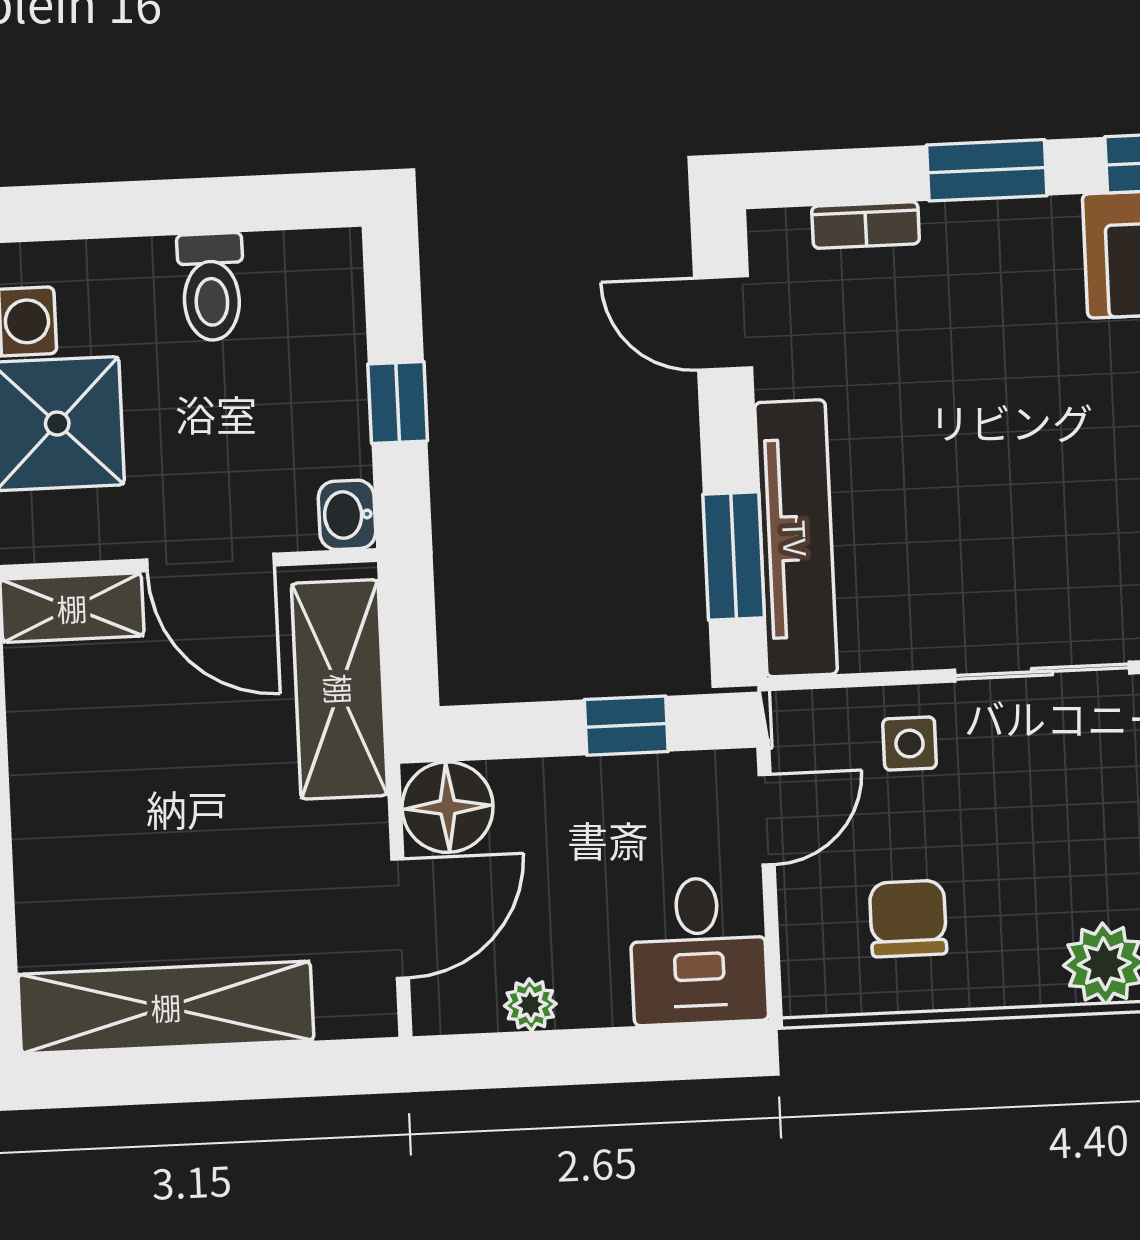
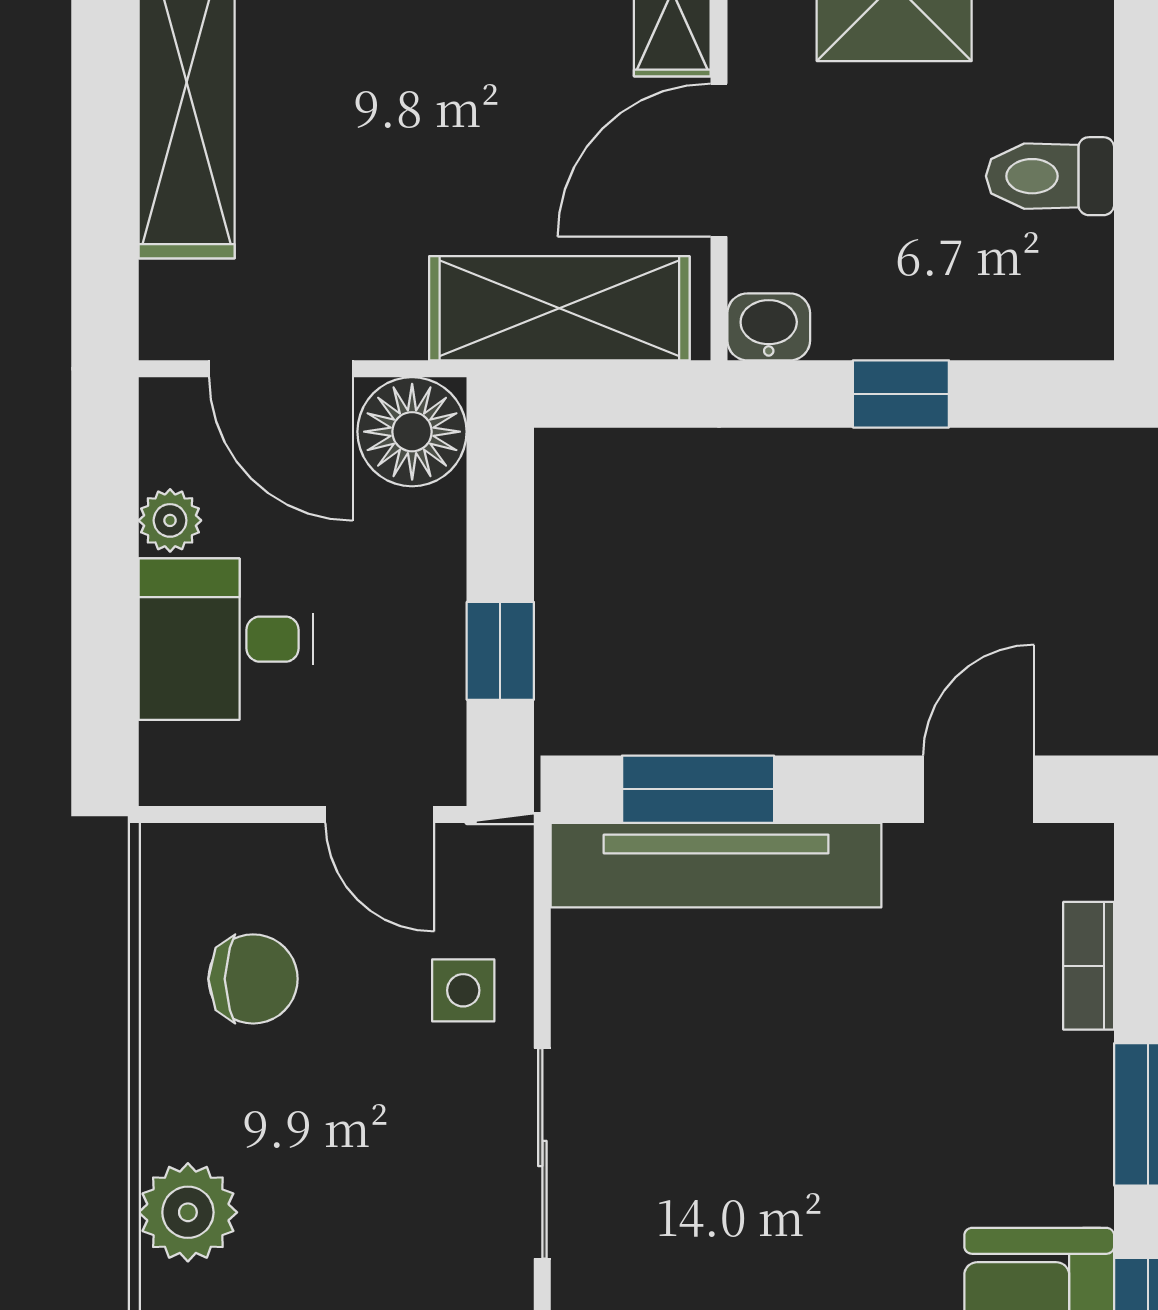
desk: (698, 951) -> (226, 639), moved

